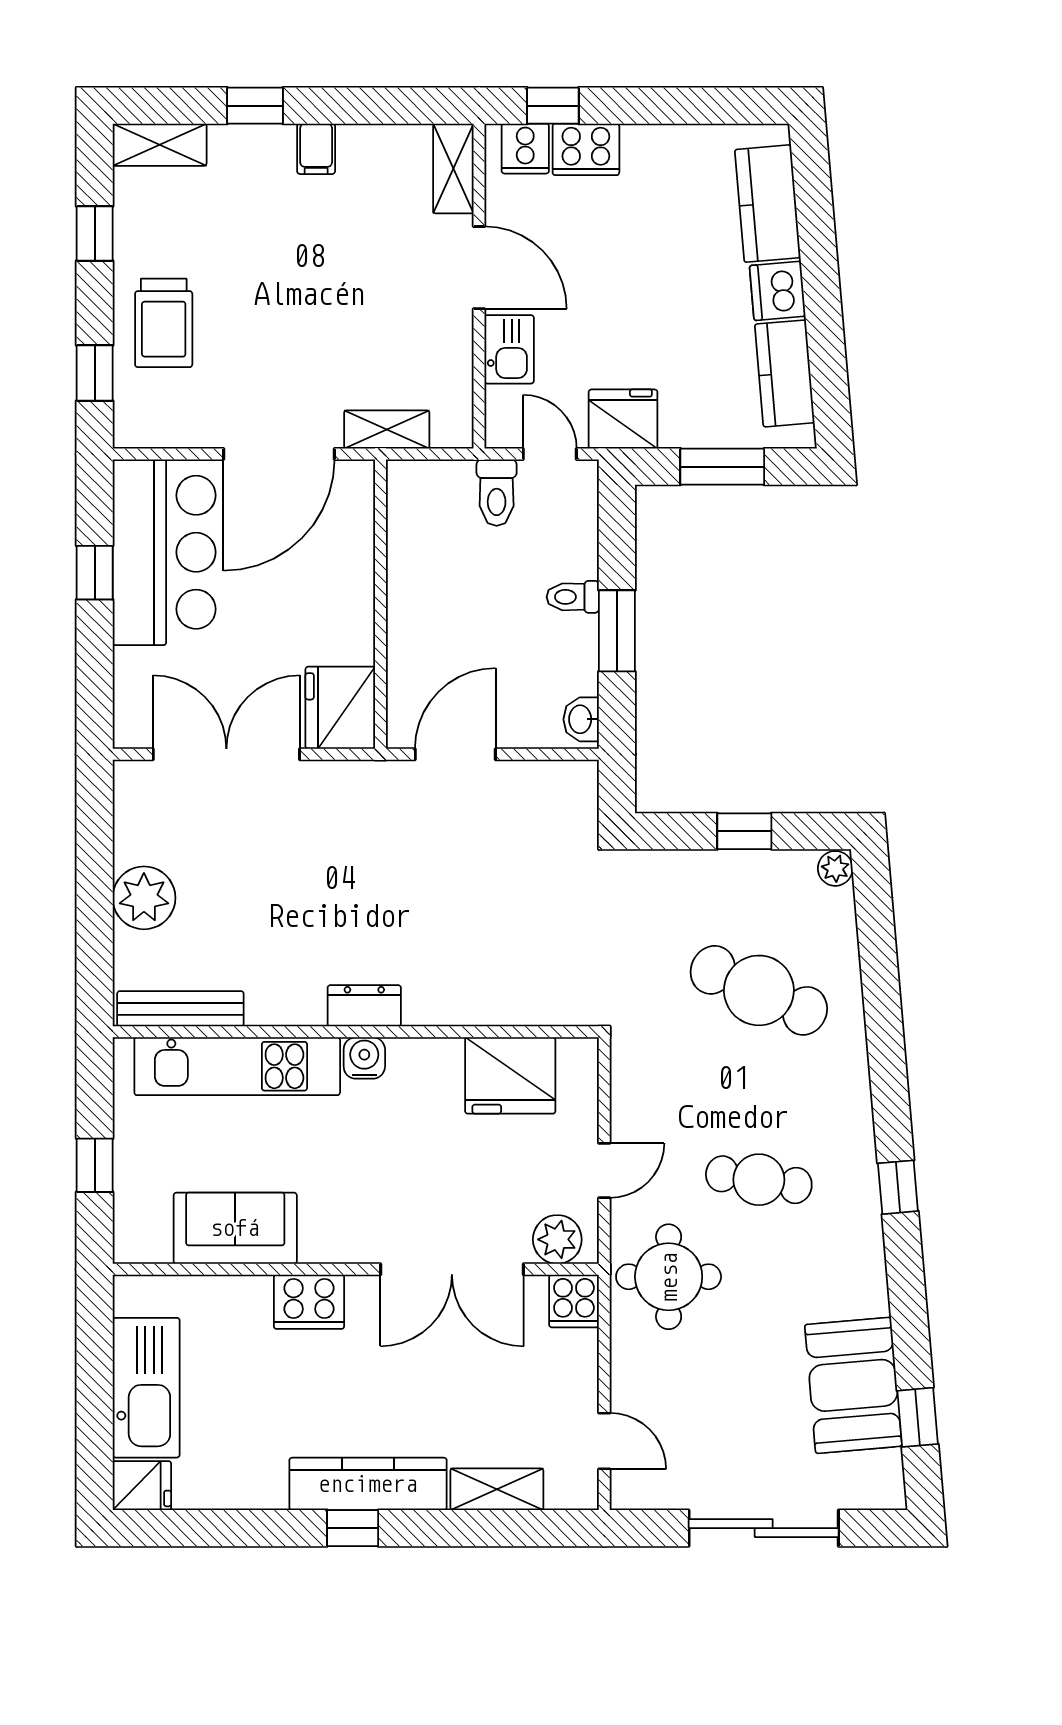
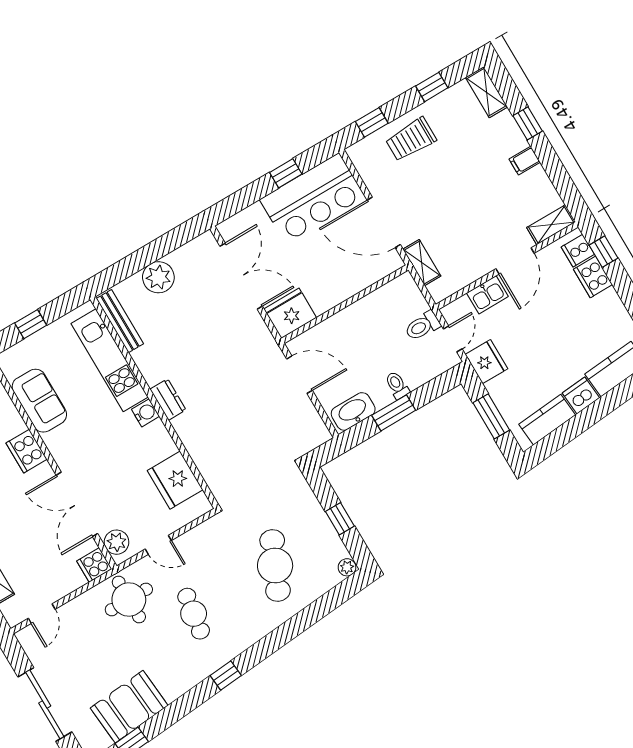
washbasin: (581, 719) -> (353, 411), width x1.91, depth x1.45

